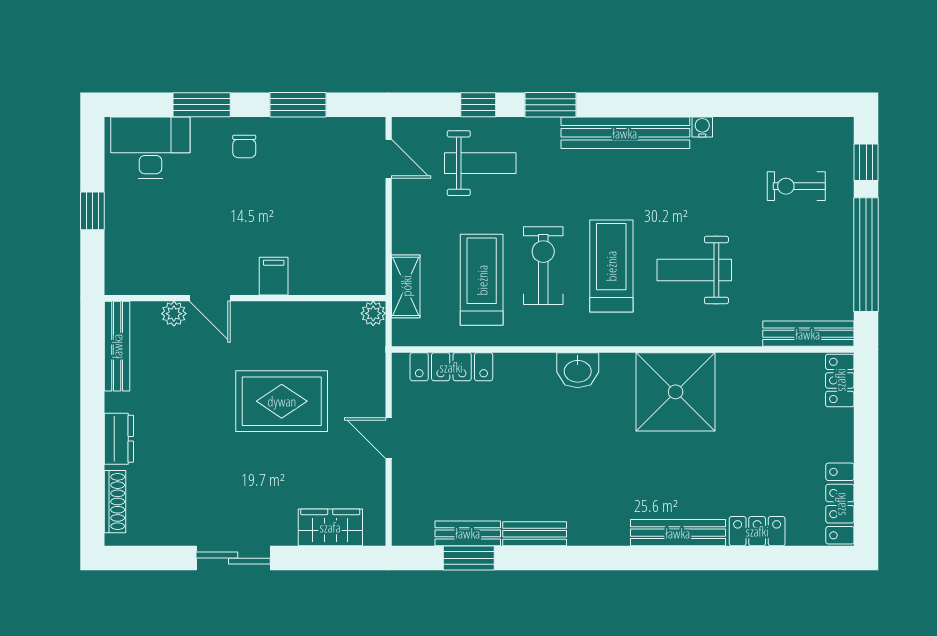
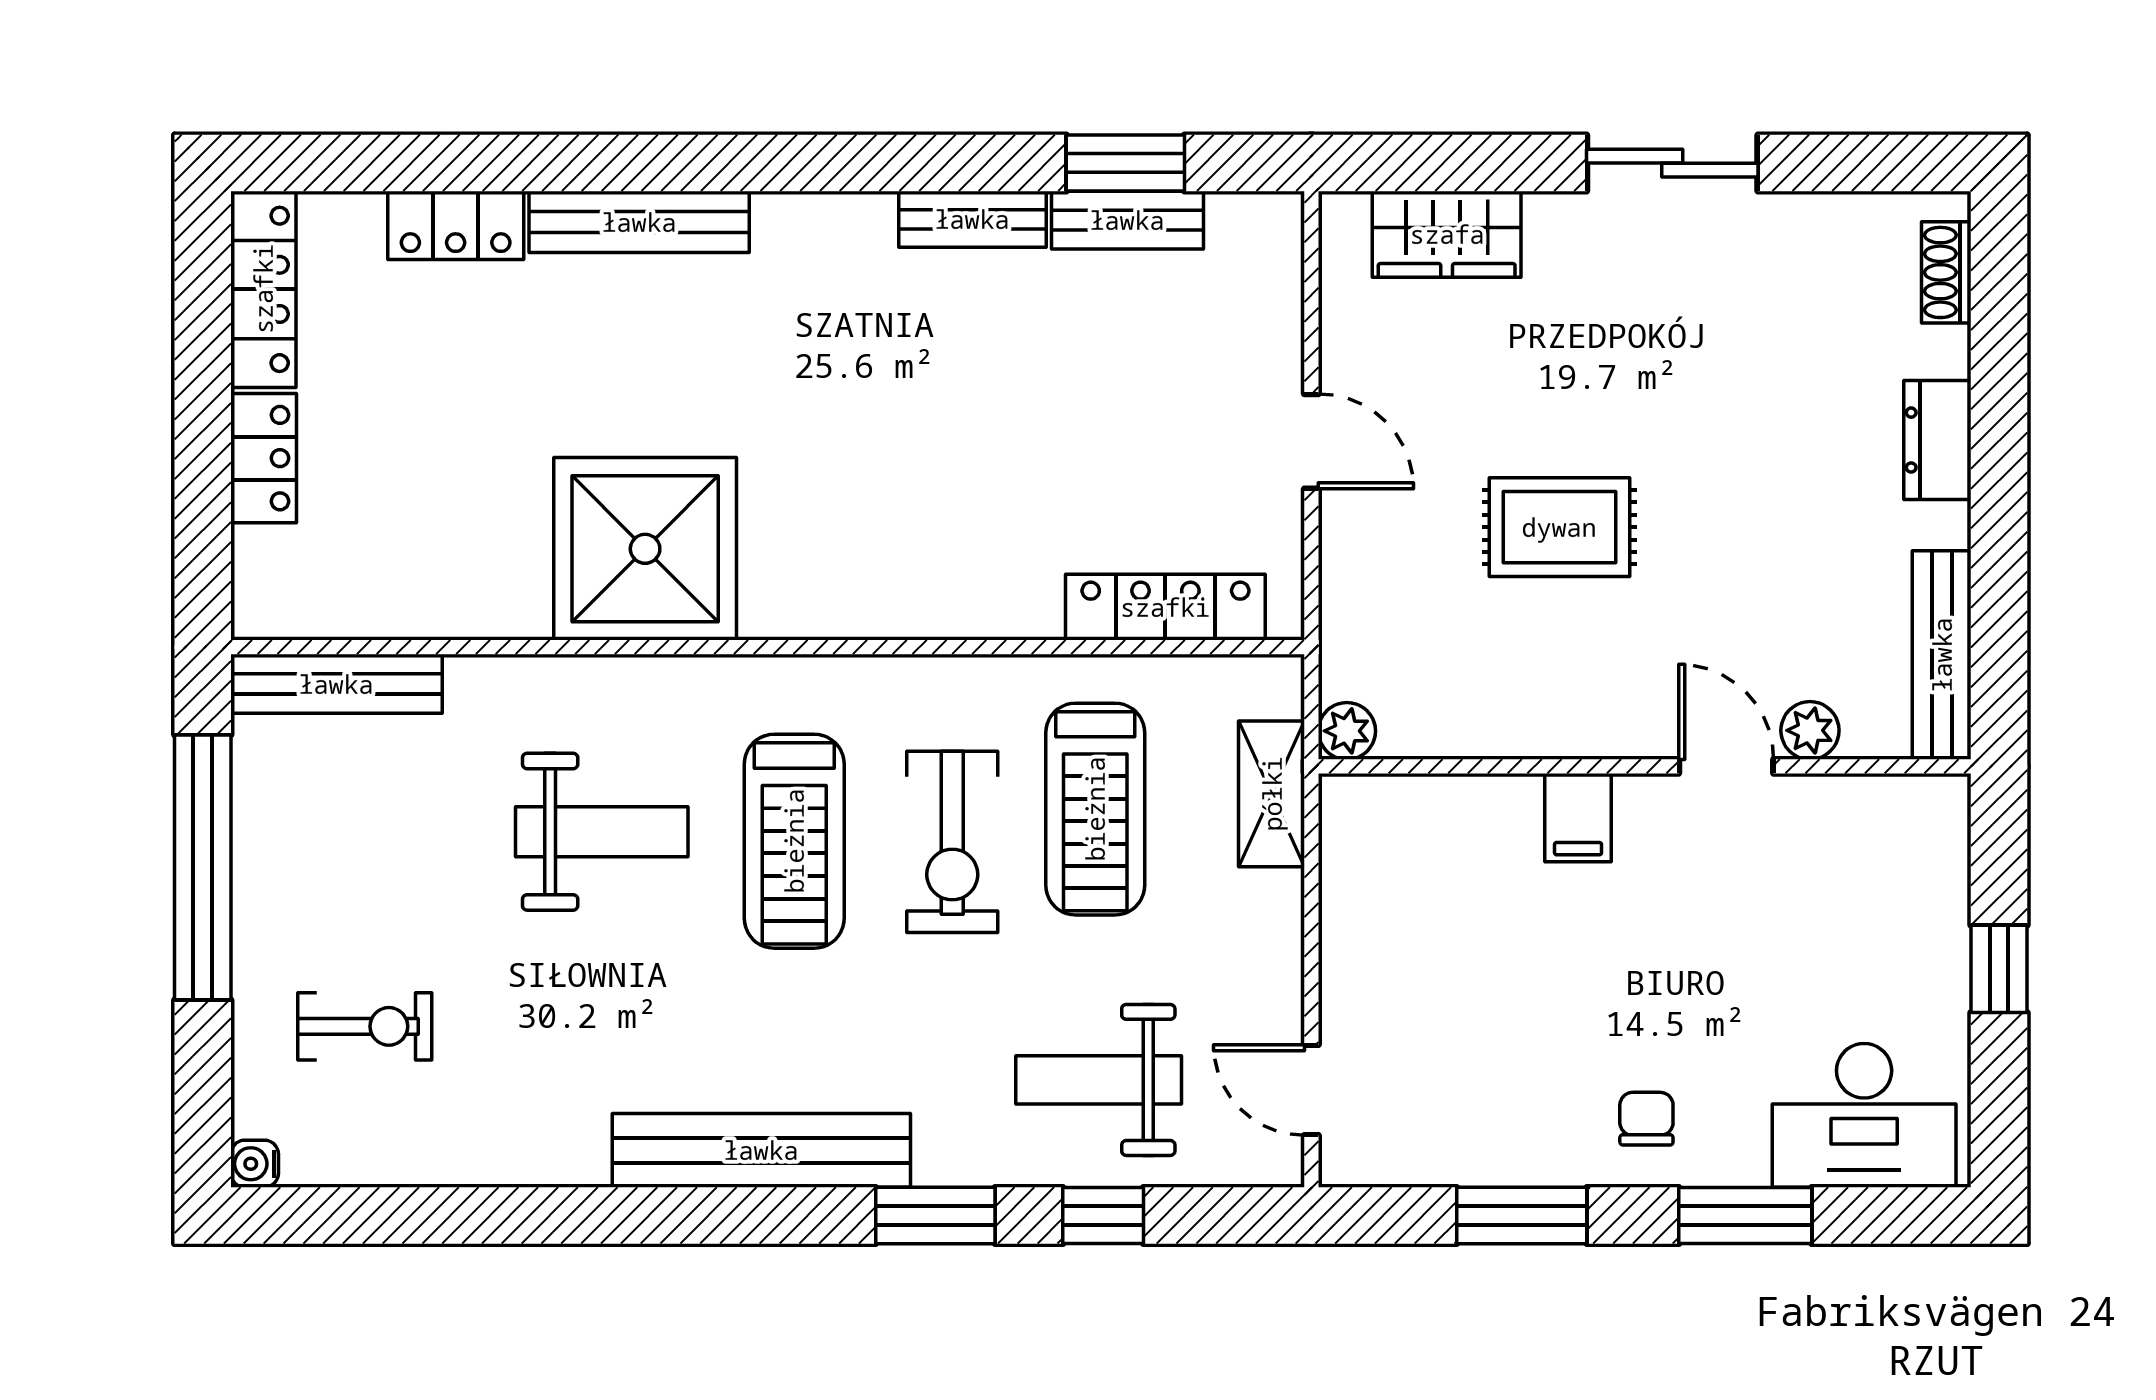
water cooler: (702, 127) -> (255, 1164), moved, turned 90
window: (866, 162) -> (203, 1082), removed
washbasin: (578, 370) -> (872, 599), removed
locker: (840, 380) -> (264, 458), moved
rug: (282, 401) -> (1559, 527), width x0.73, depth x0.70
shoe rack: (115, 502) -> (1946, 272), width x0.70

